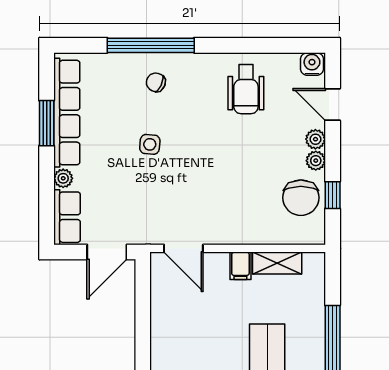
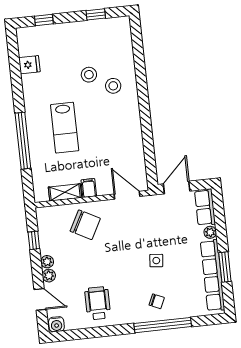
chair: (301, 198) -> (85, 225), moved, turned 118

